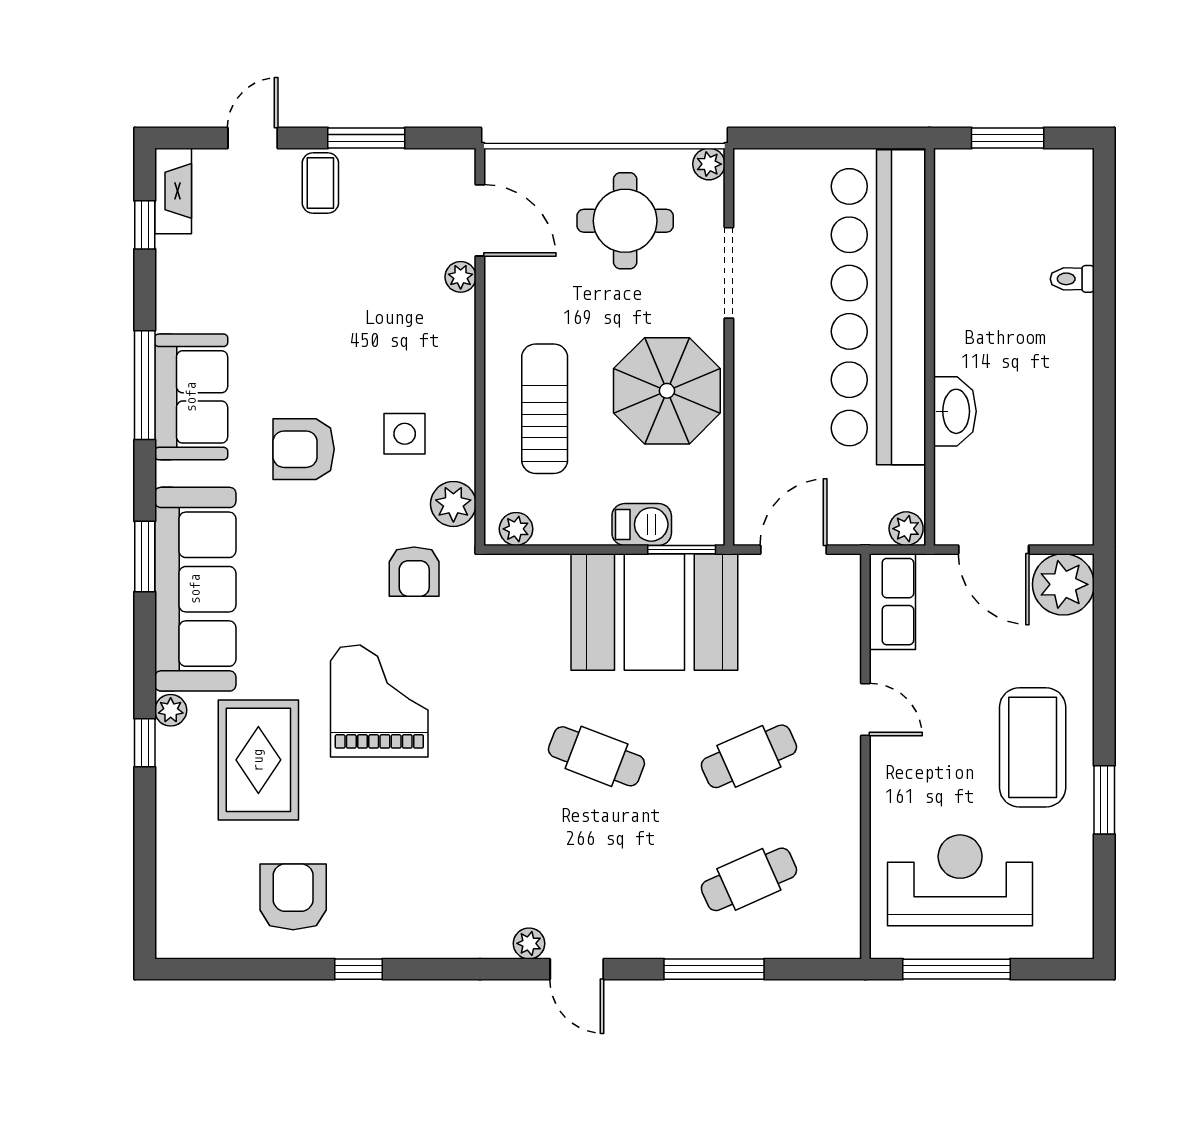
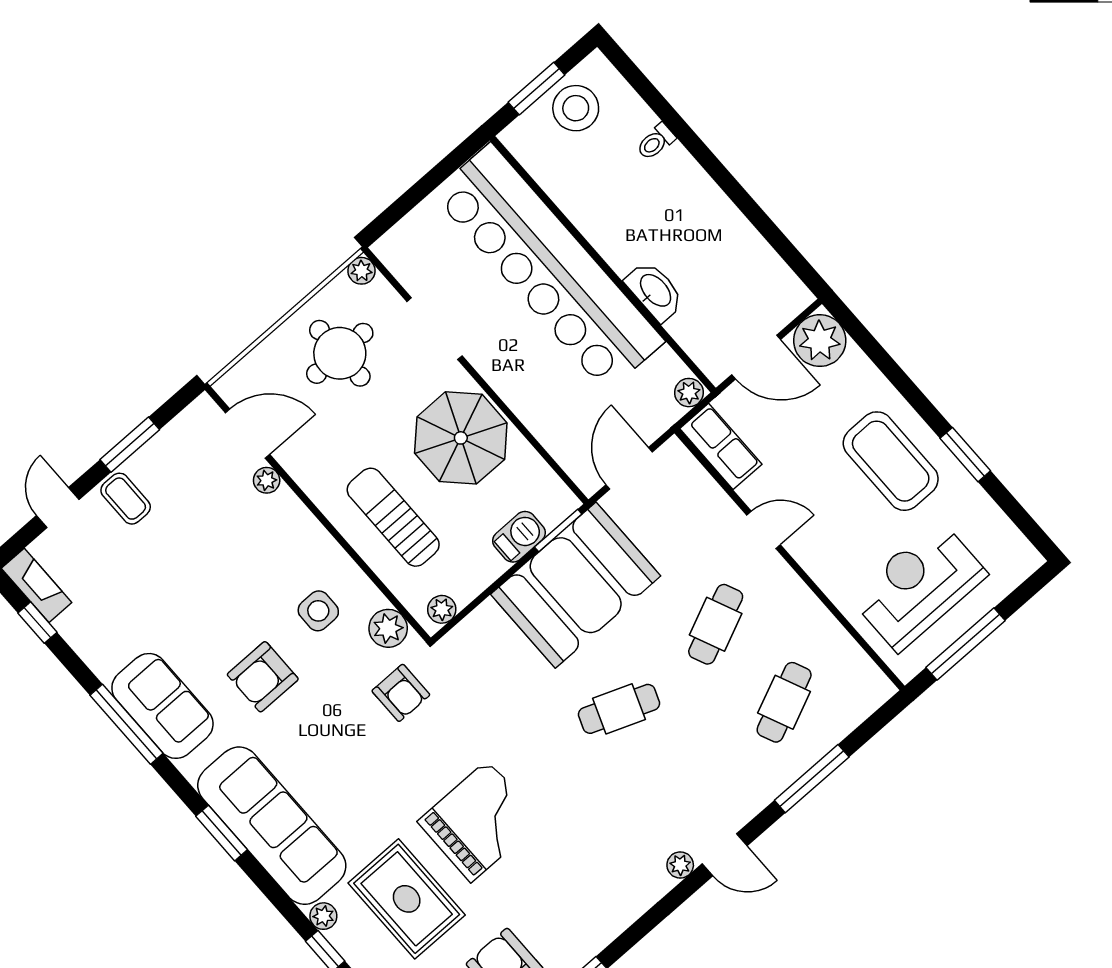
stool: (1027, 186) -> (576, 108), added
grand piano: (379, 701) -> (479, 821), moved, turned 90

